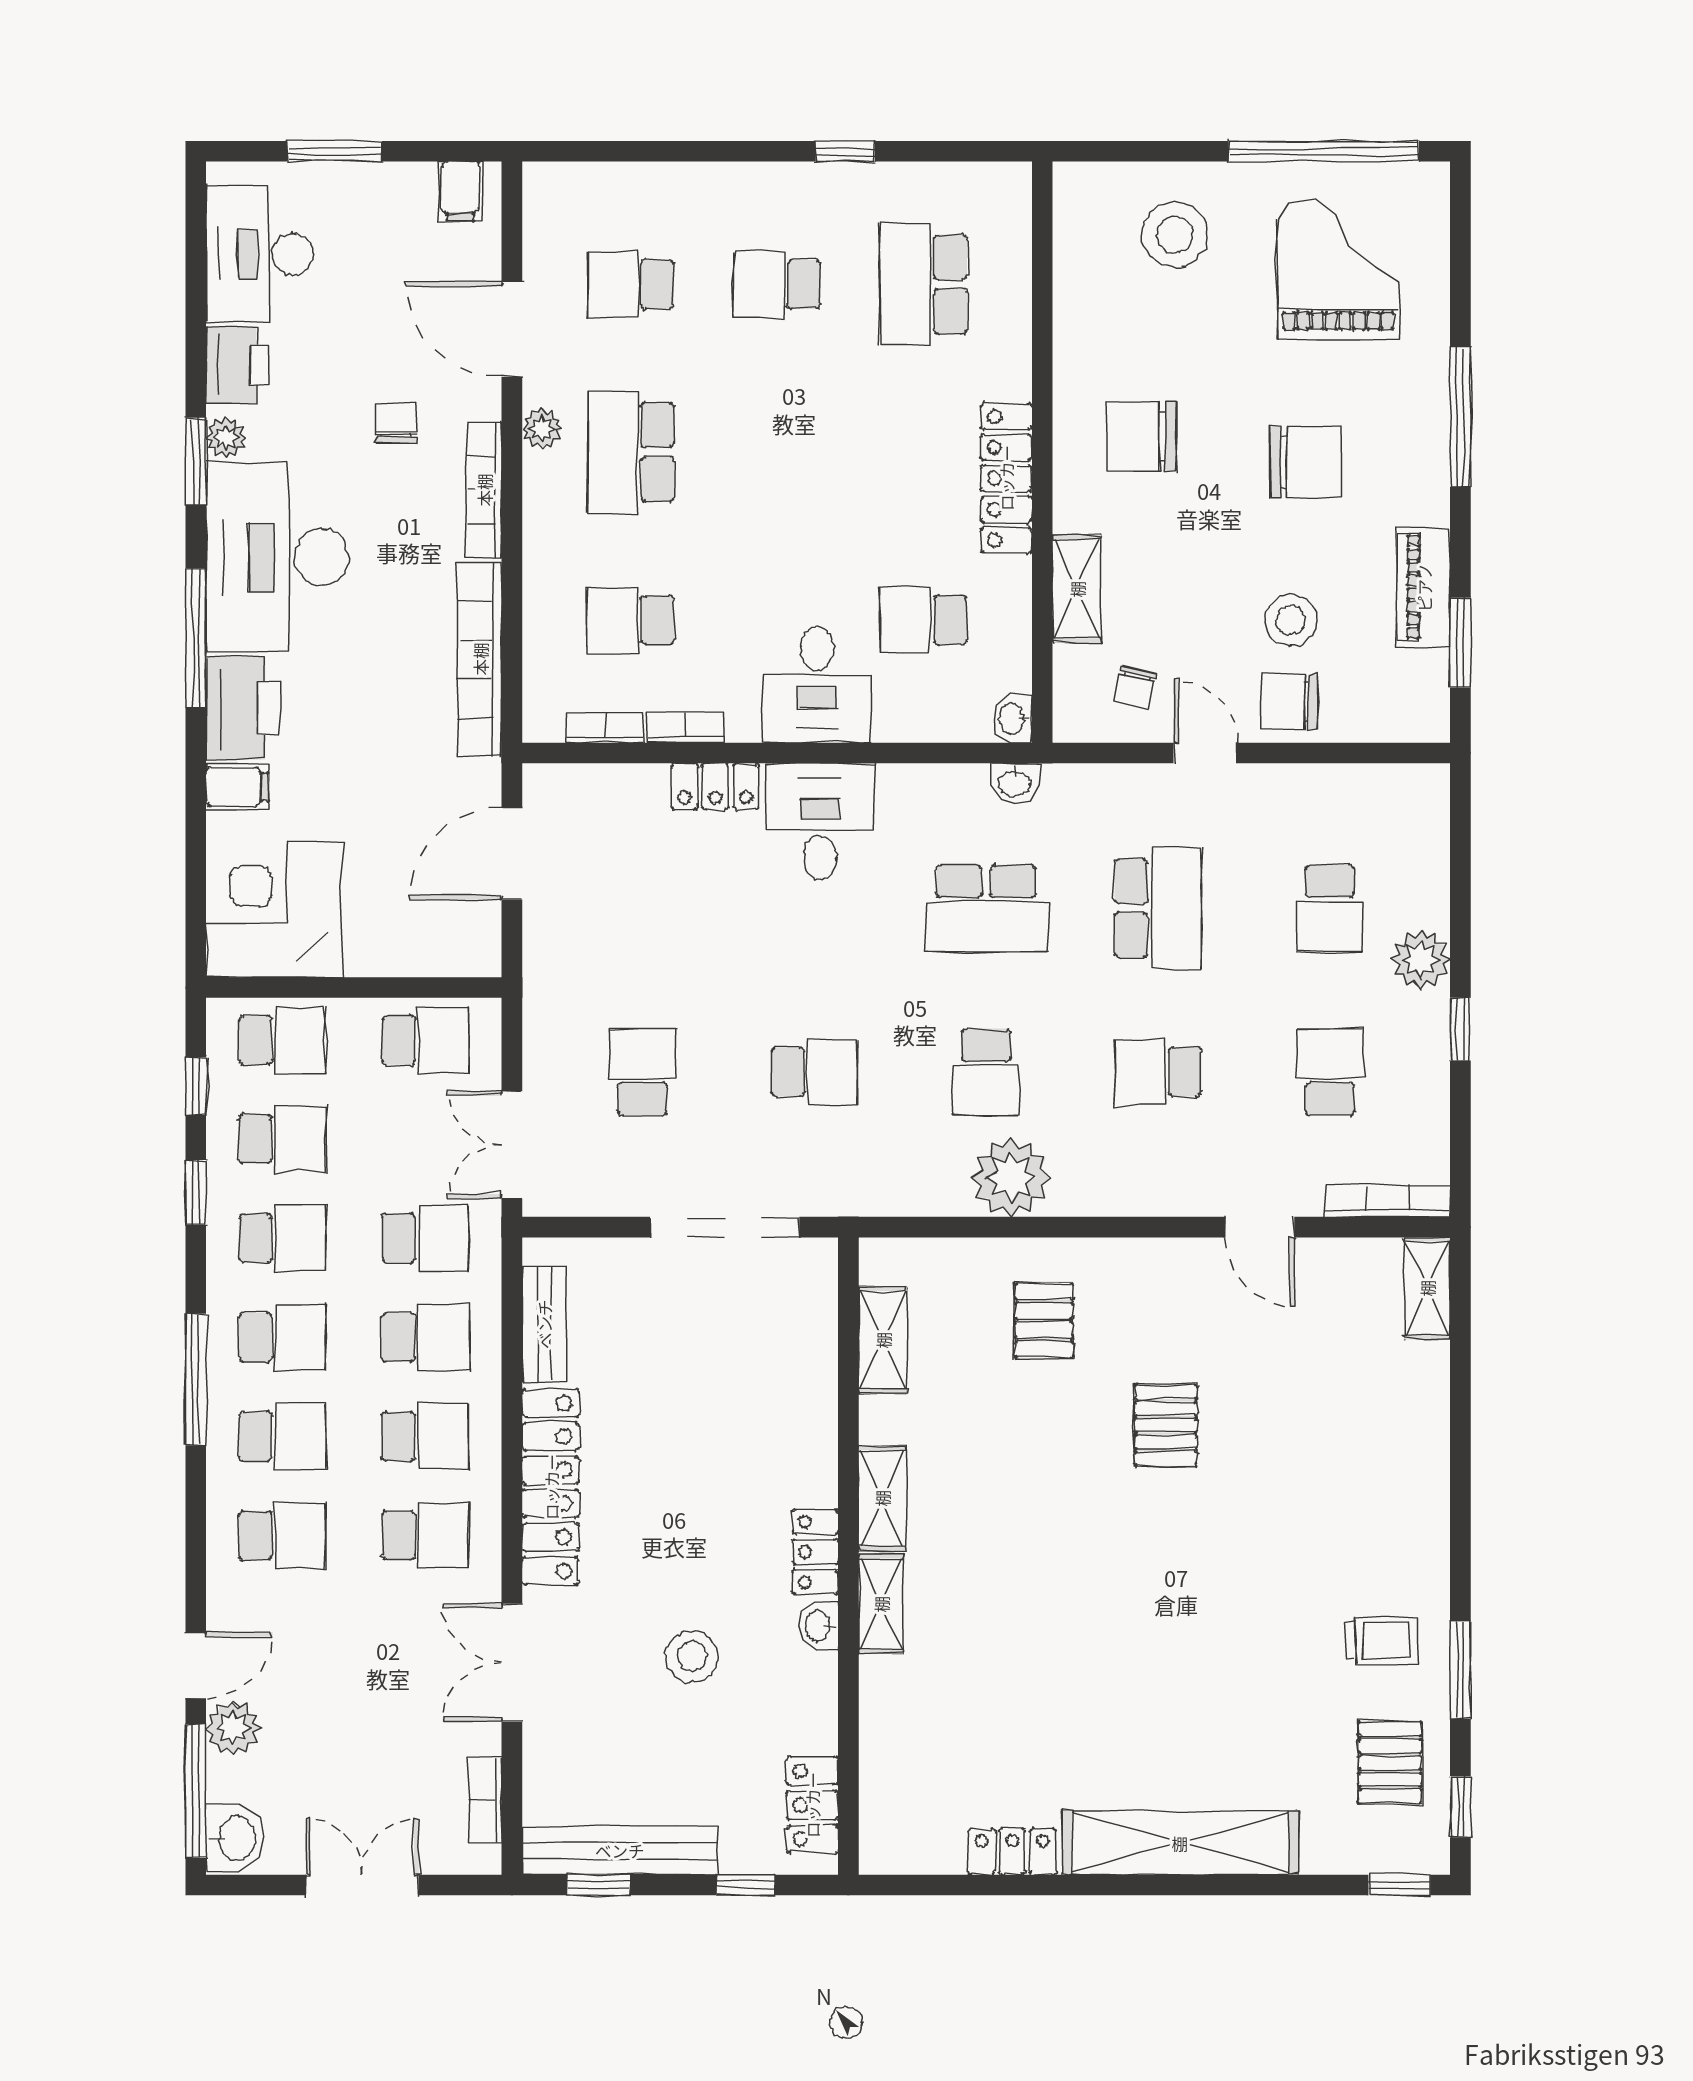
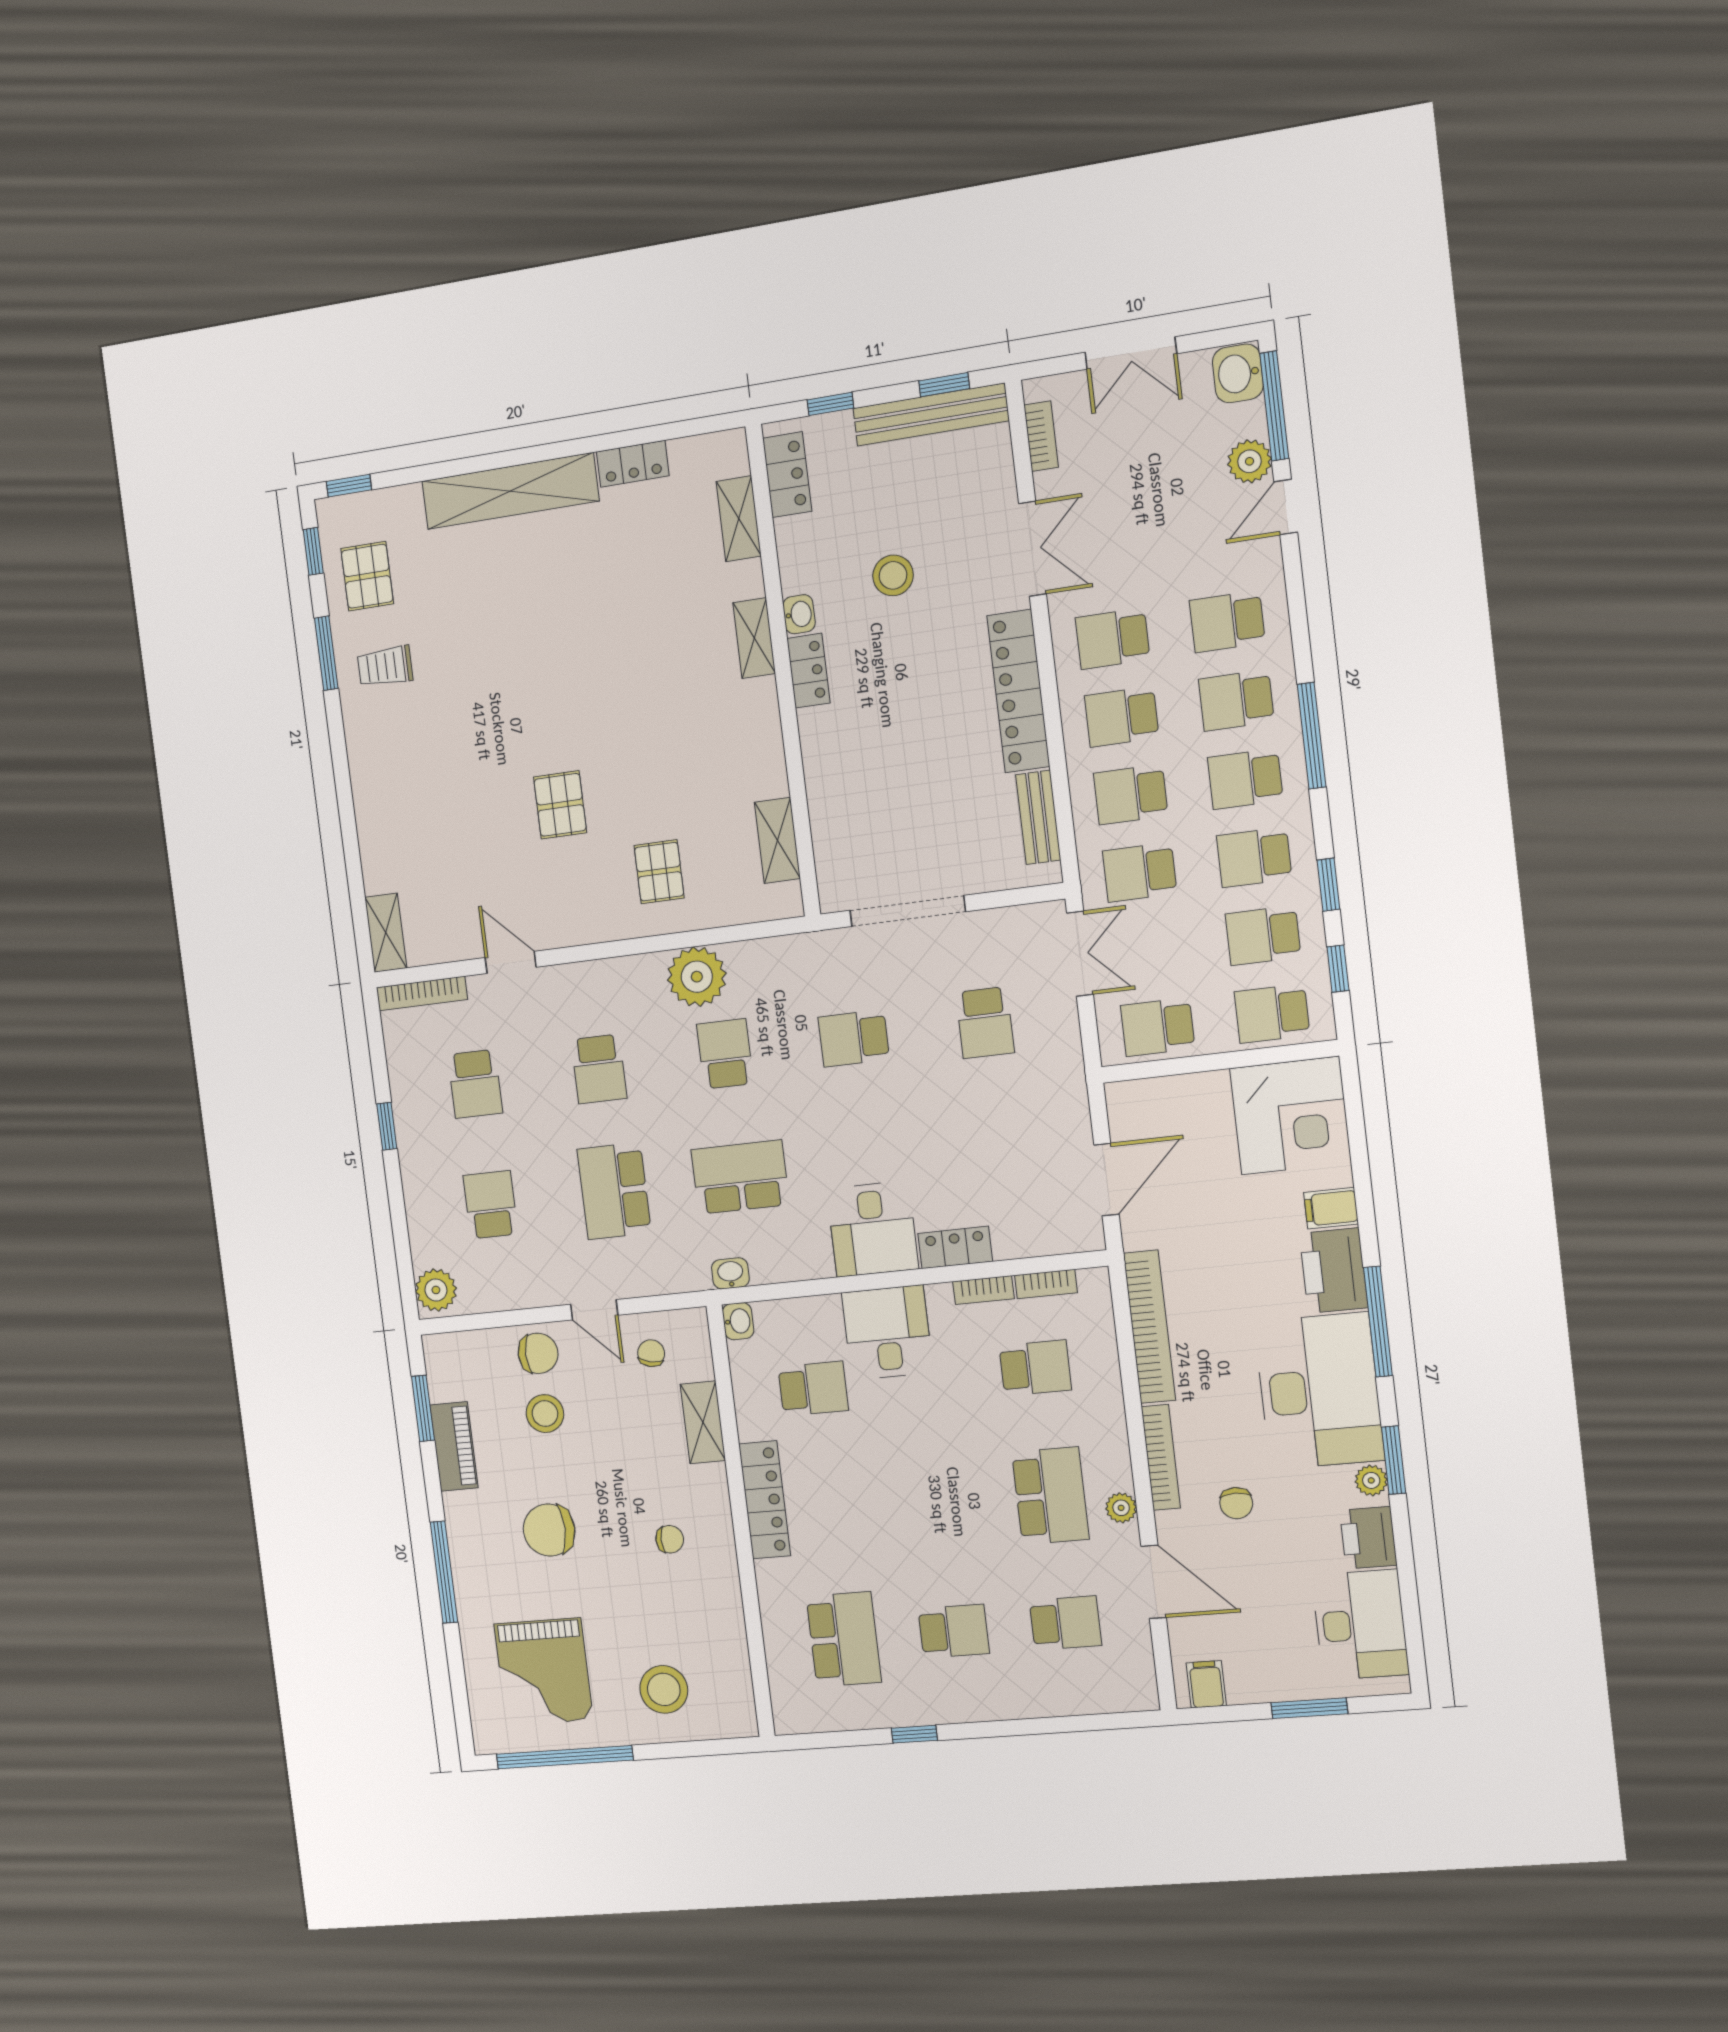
chair: (1141, 436) -> (670, 1539), width x0.54, depth x0.54
plant: (1421, 960) -> (436, 1290), moved
school desk: (1158, 1072) -> (599, 1069), turned 90
shelving: (882, 1498) -> (739, 519), moved

